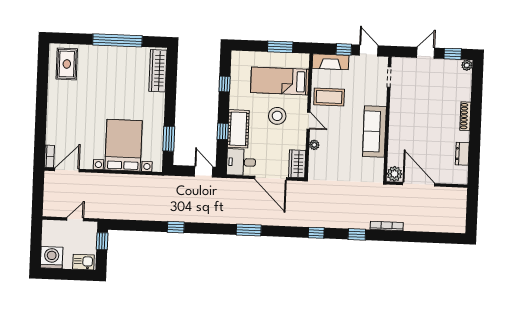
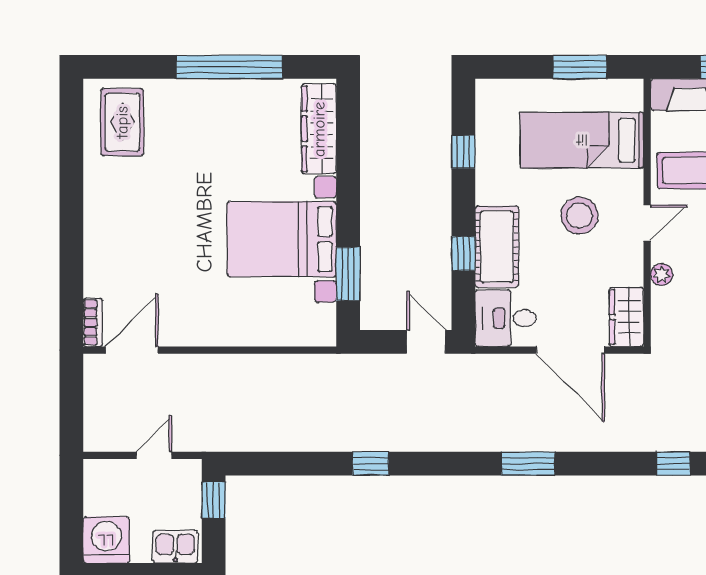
door: (308, 121) -> (647, 223), hinge flipped
bed with nightstands: (124, 145) -> (282, 239), moved, turned -90

